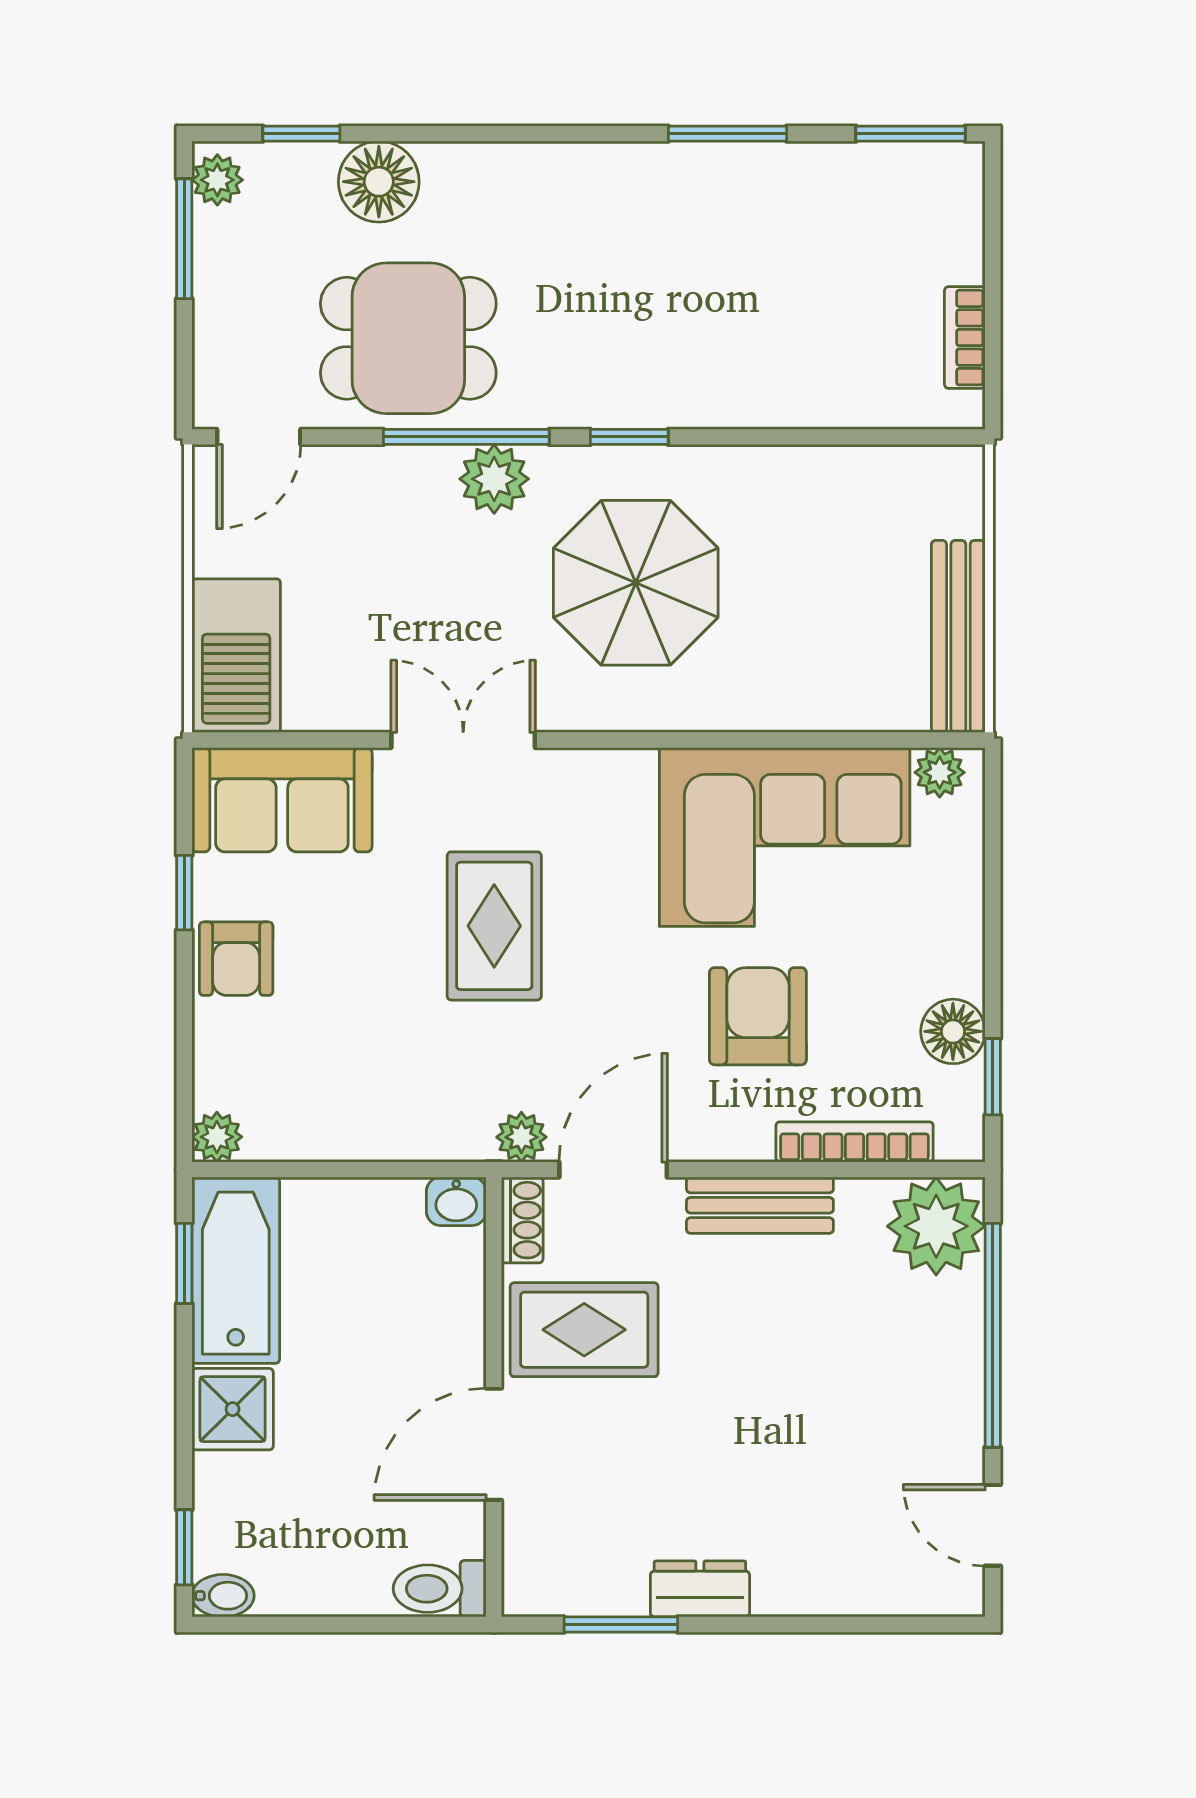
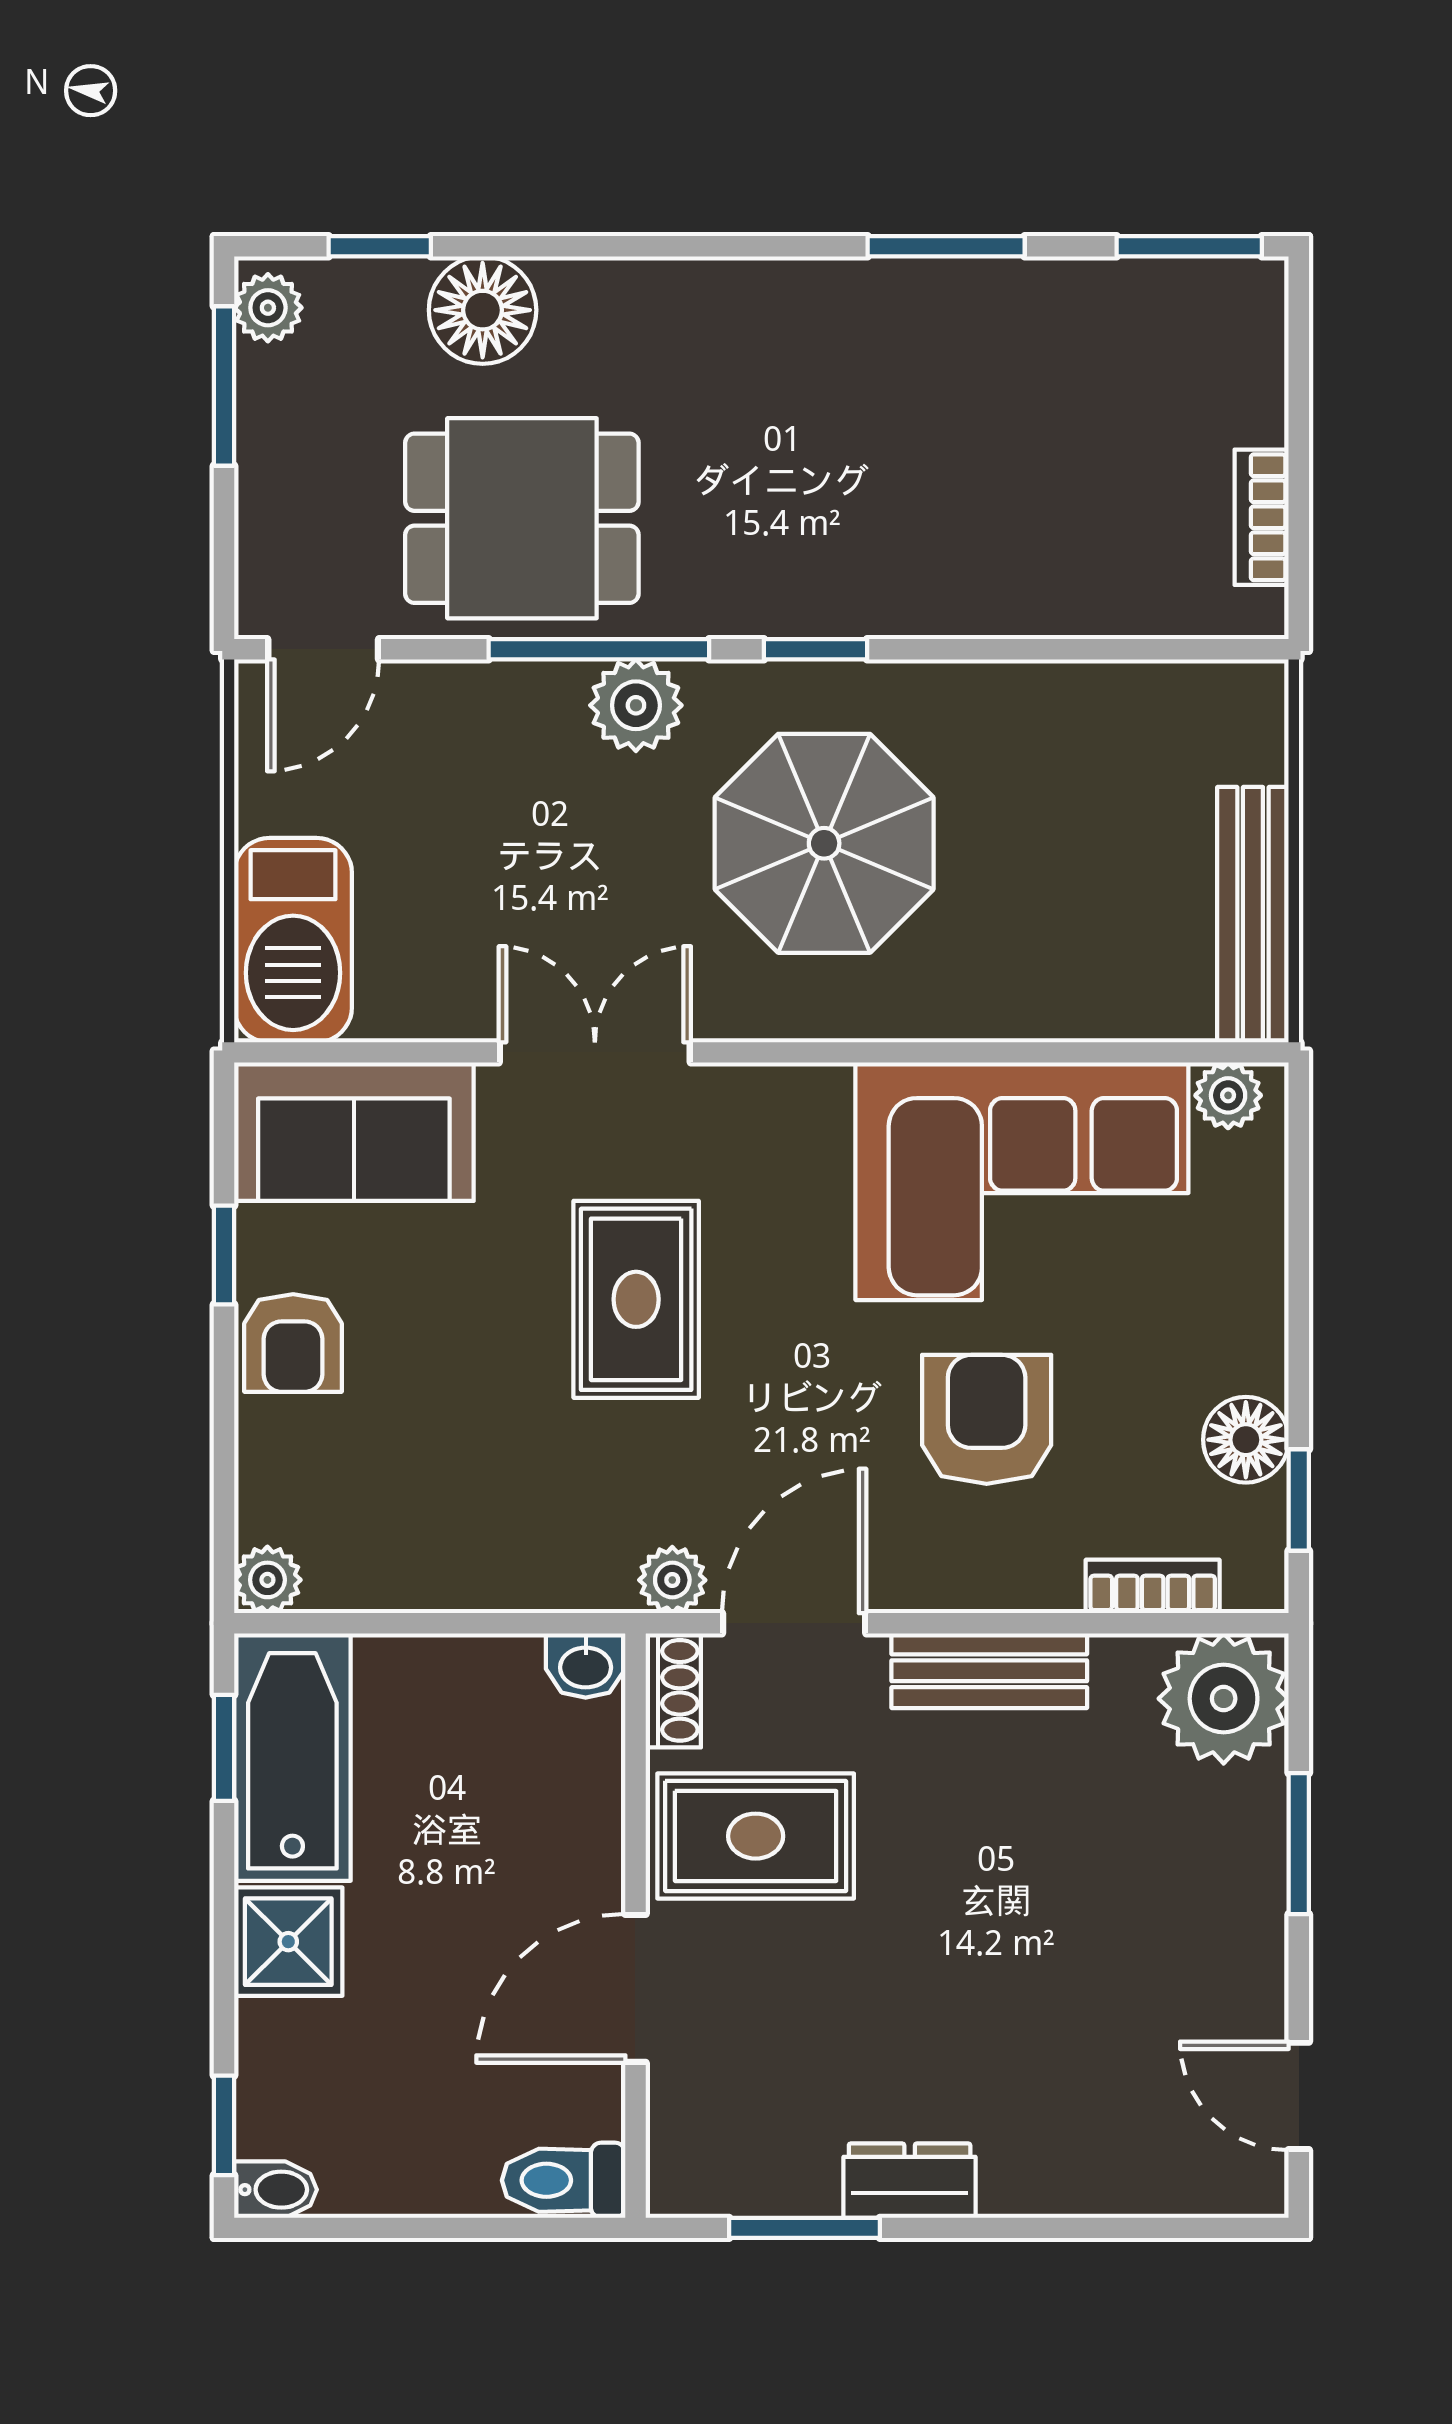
bookcase: (855, 1142) -> (1153, 1586), width x0.64
window: (993, 1335) -> (1299, 1844), width x0.47

